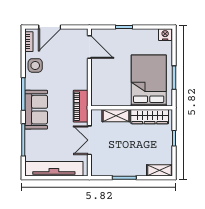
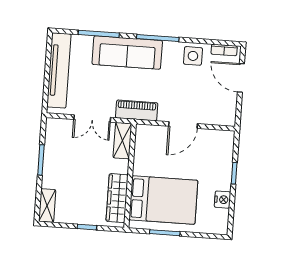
nightstand: (165, 35) -> (222, 200), moved
door: (89, 47) -> (183, 125), moved
sofa: (36, 110) -> (127, 52), width x1.36
shelving: (116, 116) -> (122, 141), moved
double door: (89, 140) -> (92, 118), swing flipped

